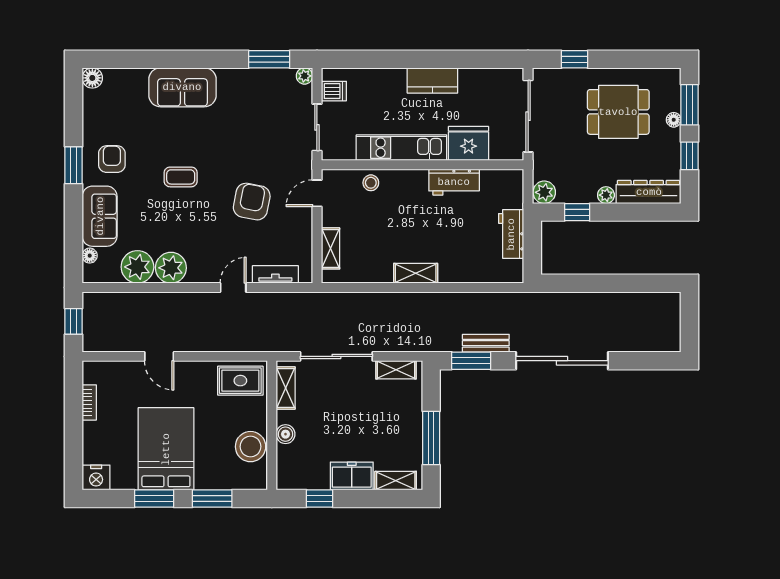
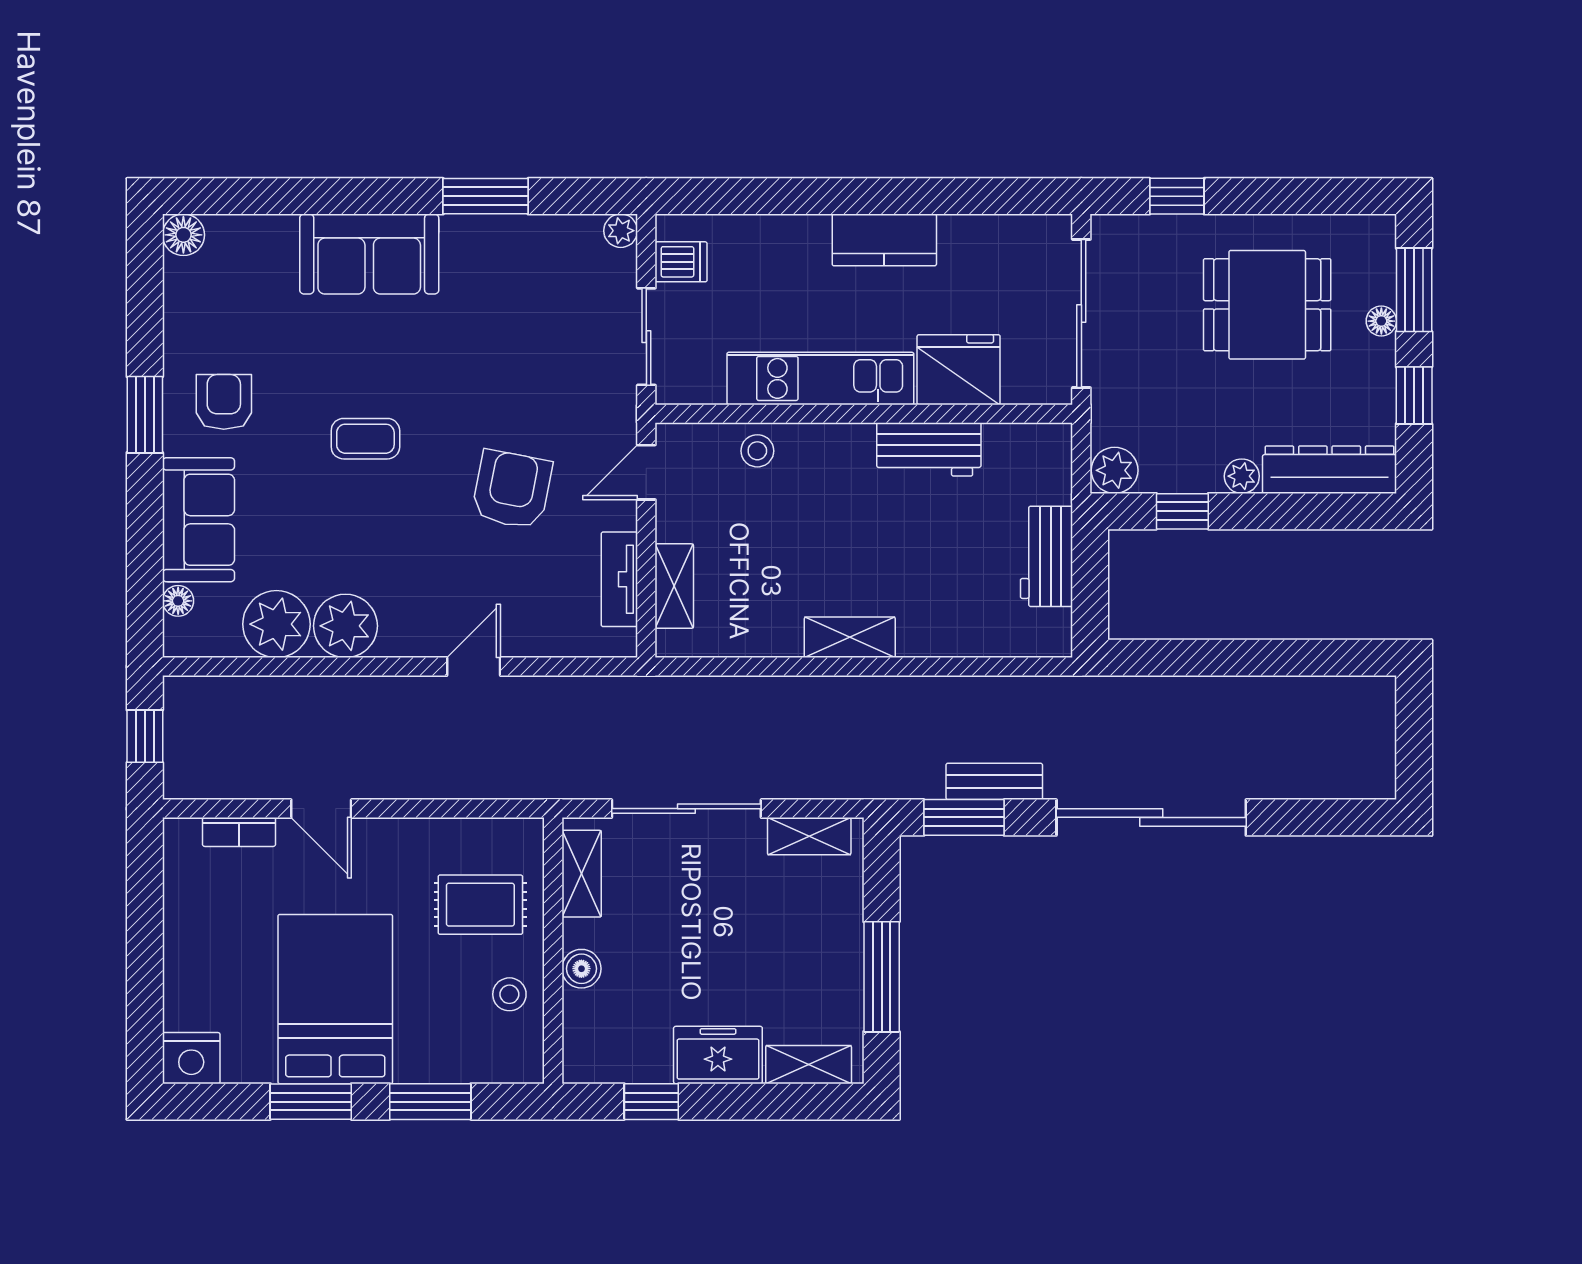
window: (269, 59) -> (486, 196), moved
tv unit: (275, 274) -> (619, 579), moved, turned -90
rug: (240, 381) -> (480, 905), moved
bookcase: (89, 402) -> (239, 832), moved, turned 90
stool: (251, 447) -> (509, 994), width x0.53, depth x0.53

